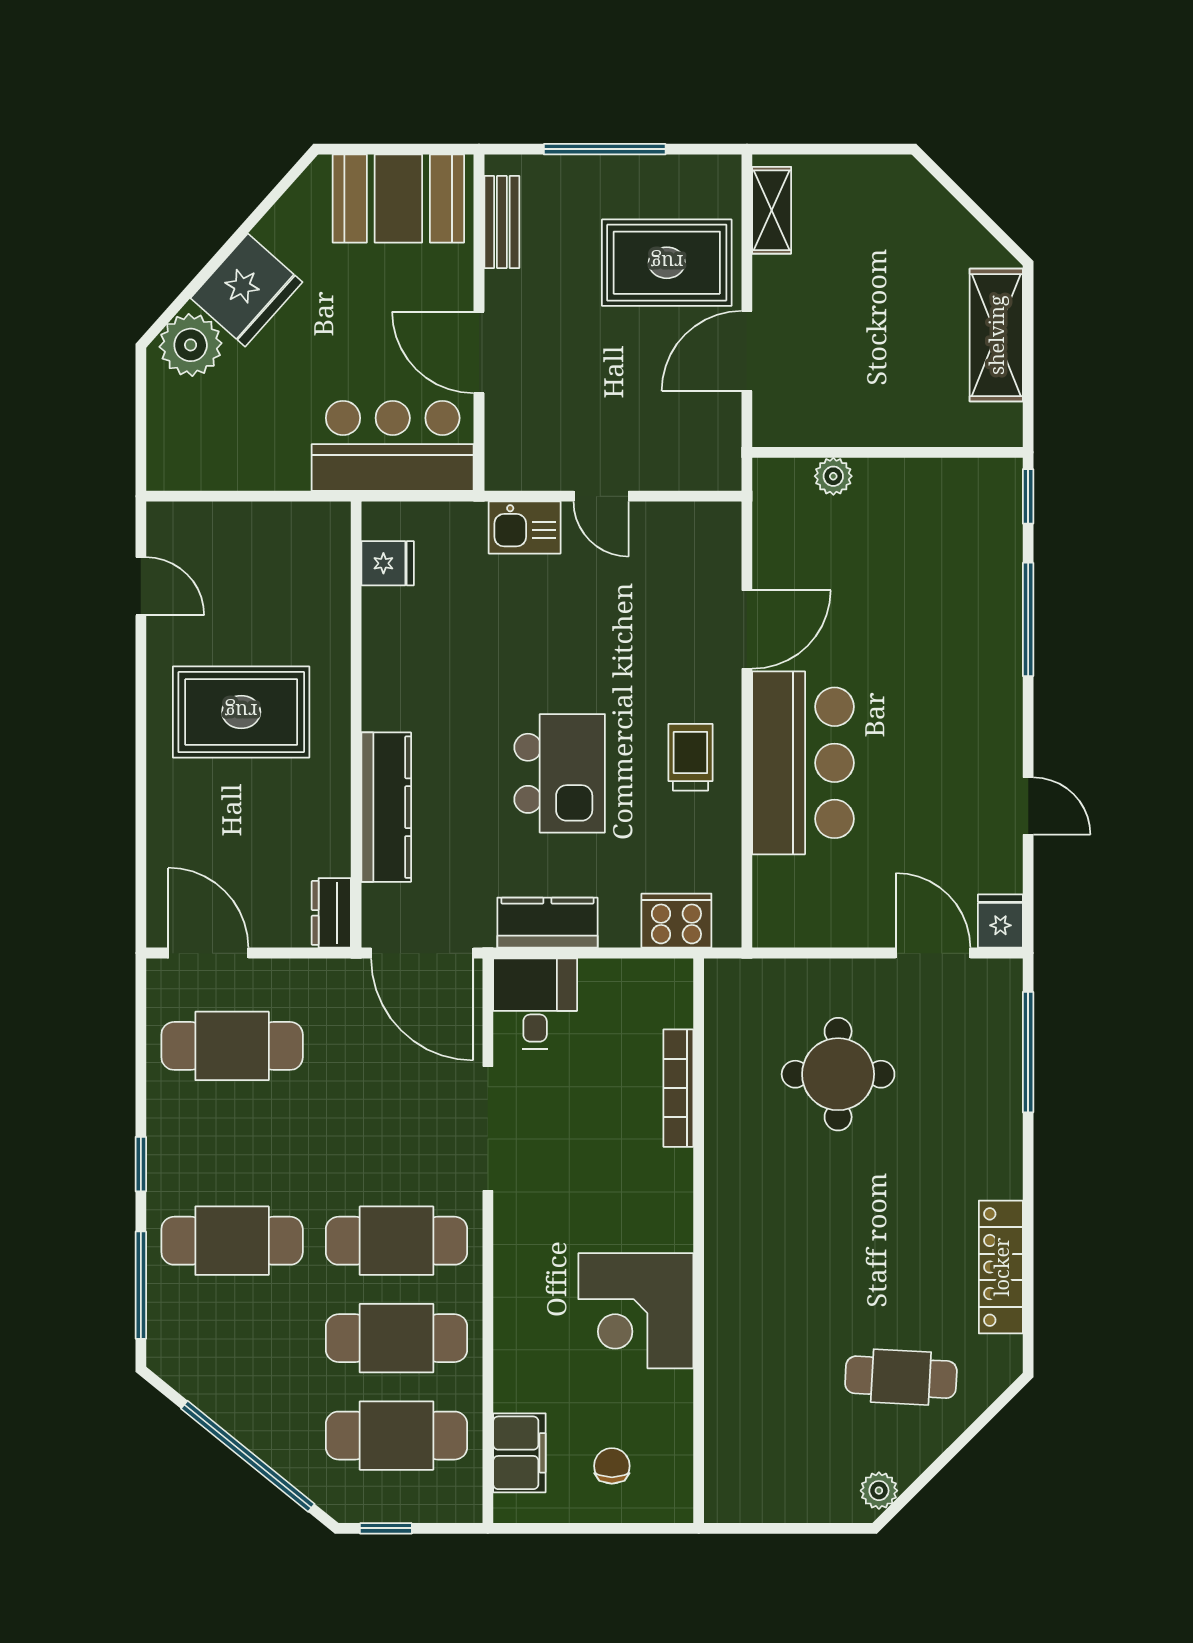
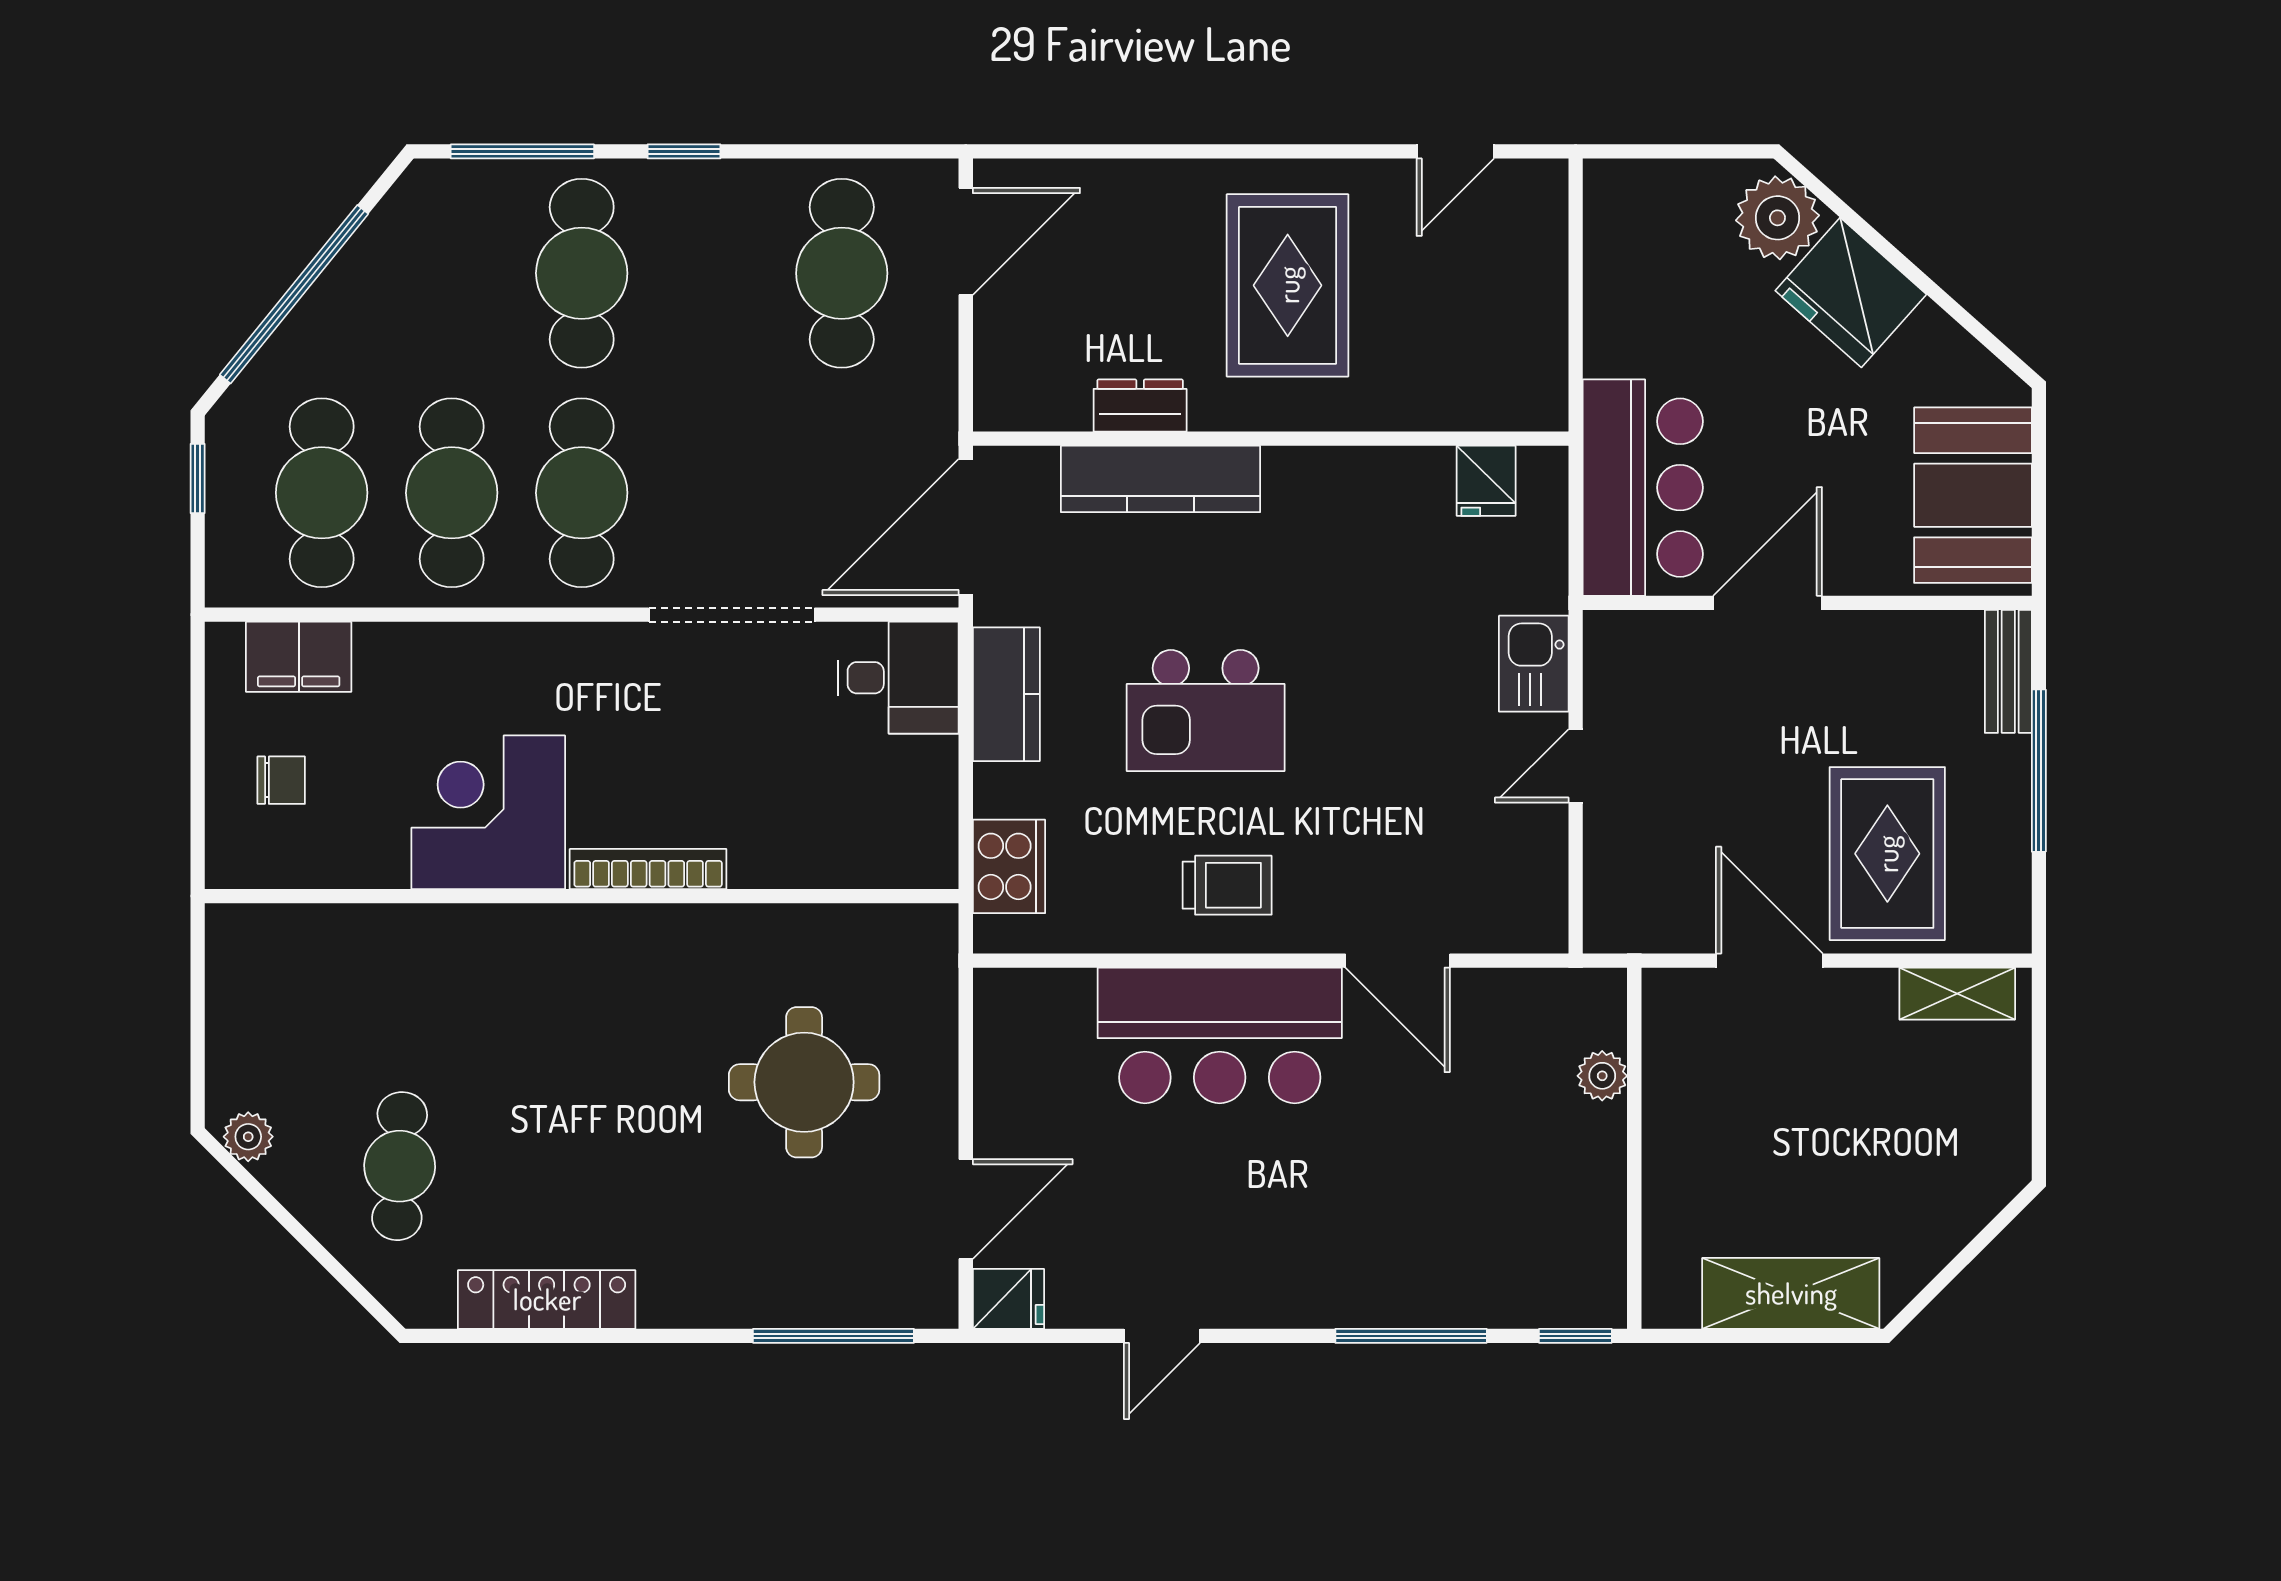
bench: (502, 222) -> (2008, 671), moved, turned 90
dresser: (331, 913) -> (1140, 406), moved
bookcase: (678, 1088) -> (648, 869), moved

